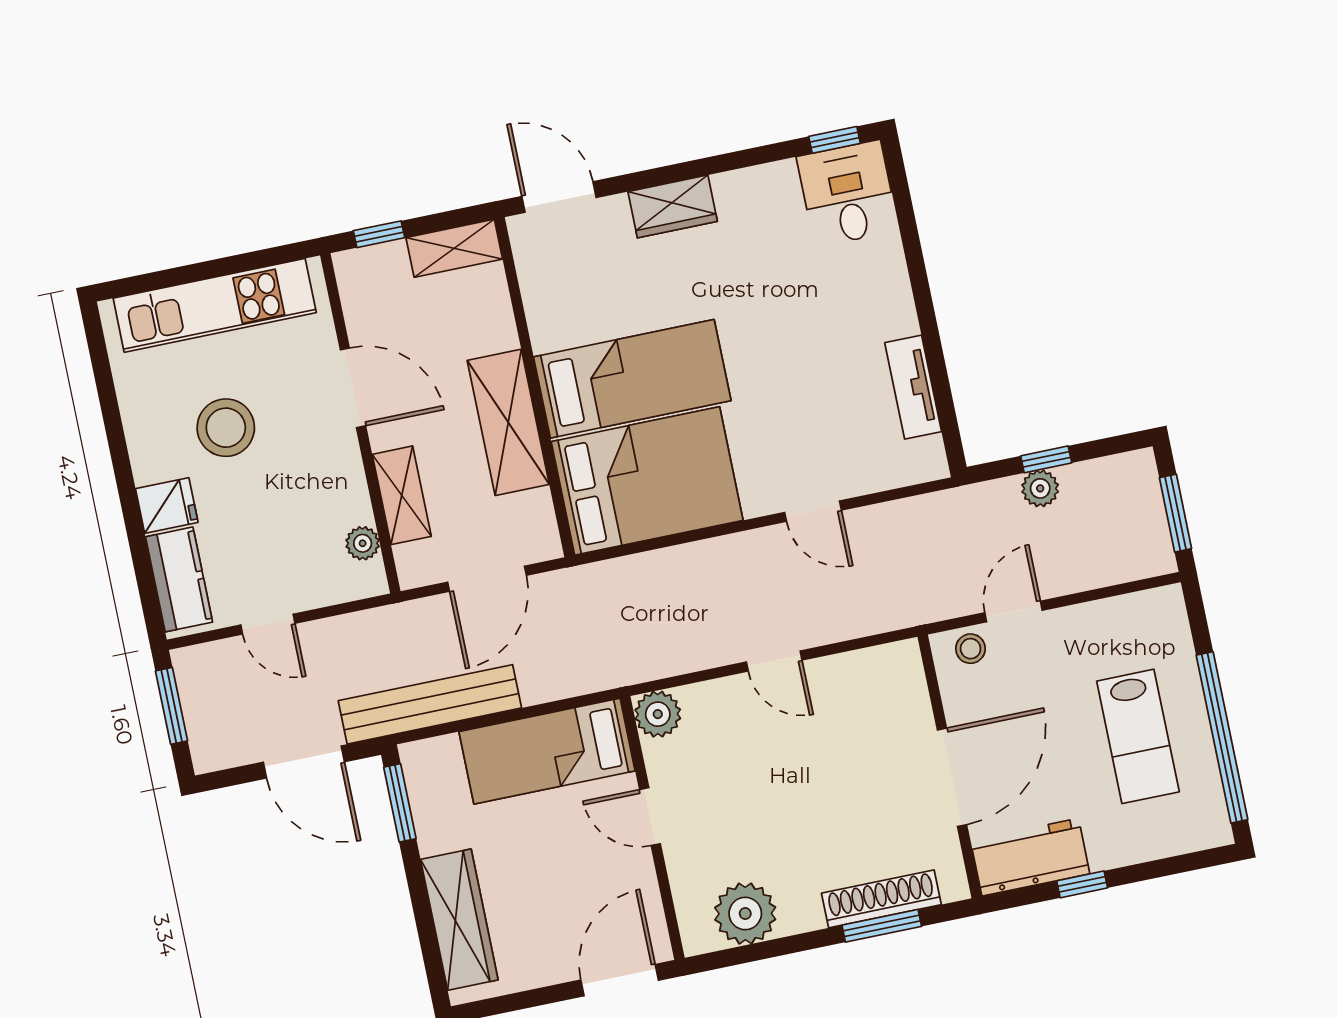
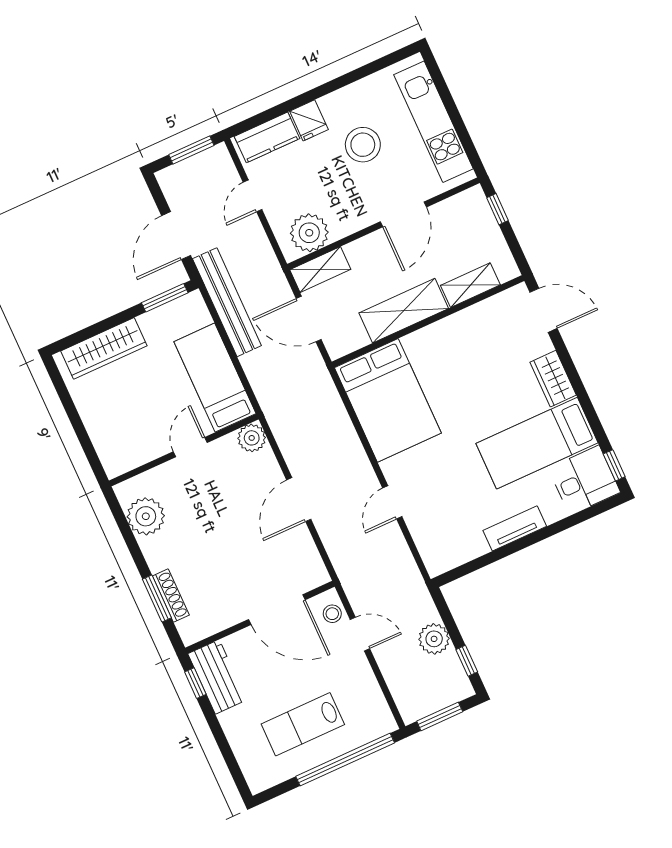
door: (559, 197) -> (544, 310), hinge flipped
shelving: (454, 248) -> (470, 285), moved, turned 90
bed: (632, 379) -> (537, 443), moved, turned 90
tv unit: (913, 387) -> (515, 528), moved
window: (1046, 459) -> (467, 661), moved
plant: (1040, 488) -> (434, 639), width x1.38, depth x1.38
shelving: (402, 495) -> (320, 270), moved
plant: (363, 543) -> (309, 233), width x1.87, depth x1.87
door: (774, 661) -> (299, 500), width x1.38
window: (1222, 737) -> (345, 760), moved
door: (952, 777) -> (277, 610), moved
window: (1082, 884) -> (195, 683), moved
shoe rack: (881, 899) -> (171, 596), width x0.74, depth x0.81
door: (620, 980) -> (90, 451), removed

